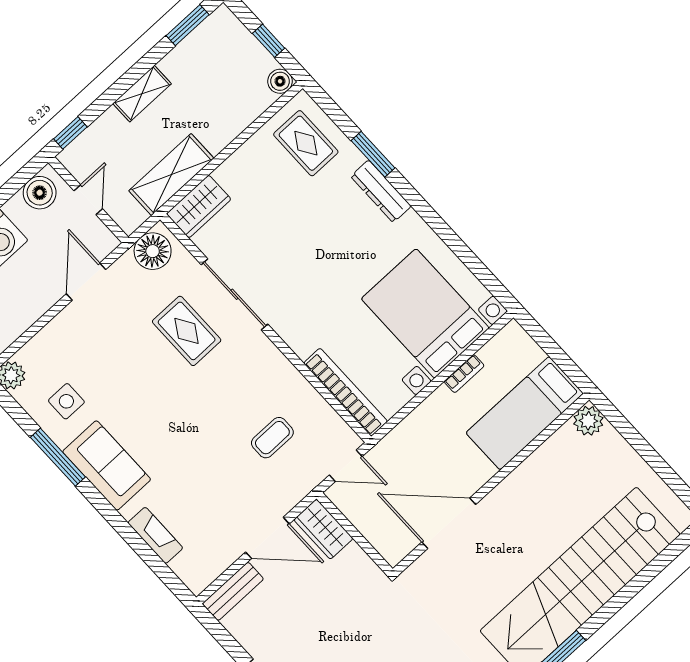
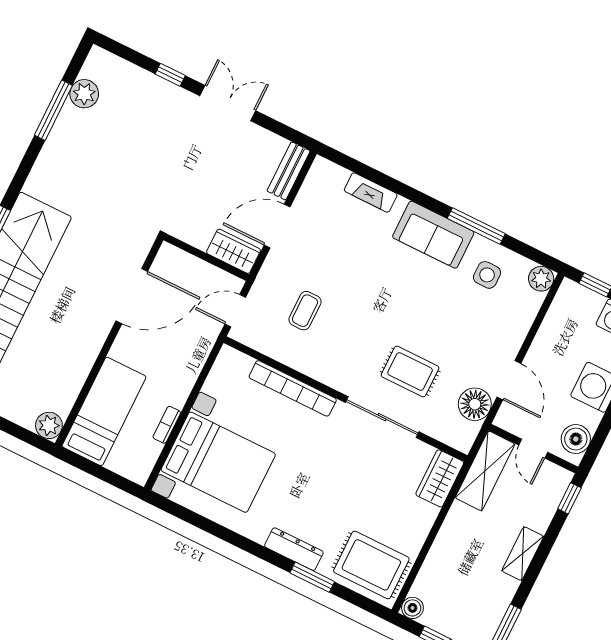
rug: (306, 143) -> (371, 565), width x1.36, depth x1.43
shelving: (171, 175) -> (485, 471), moved
floor lamp: (153, 251) -> (475, 404), moved
bookcase: (346, 392) -> (293, 388), moved

